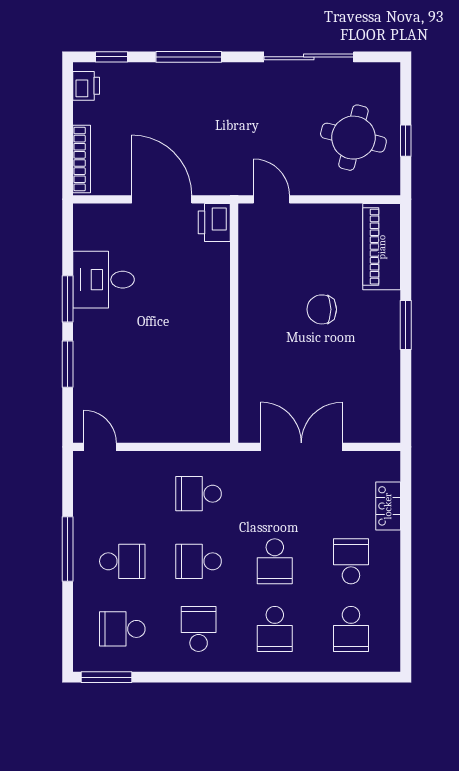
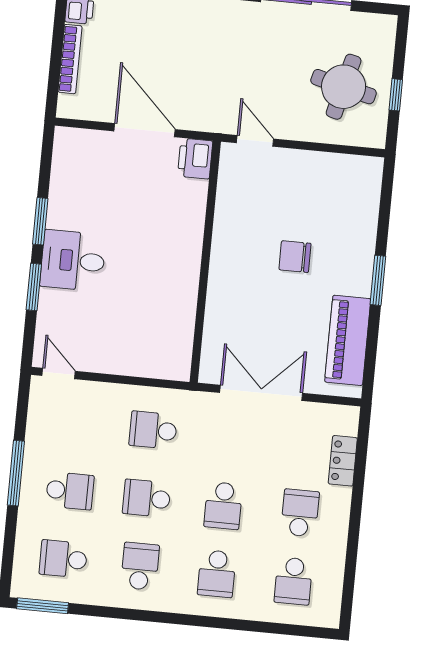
bookcase: (82, 159) -> (70, 59), moved
piano: (382, 247) -> (348, 340), moved
desk: (104, 280) -> (73, 261), moved

